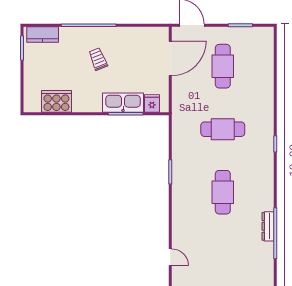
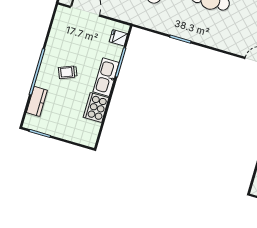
kitchen counter: (43, 34) -> (37, 101), moved
cooker: (56, 101) -> (96, 107), moved
kitchen sink: (123, 103) -> (106, 77), moved

